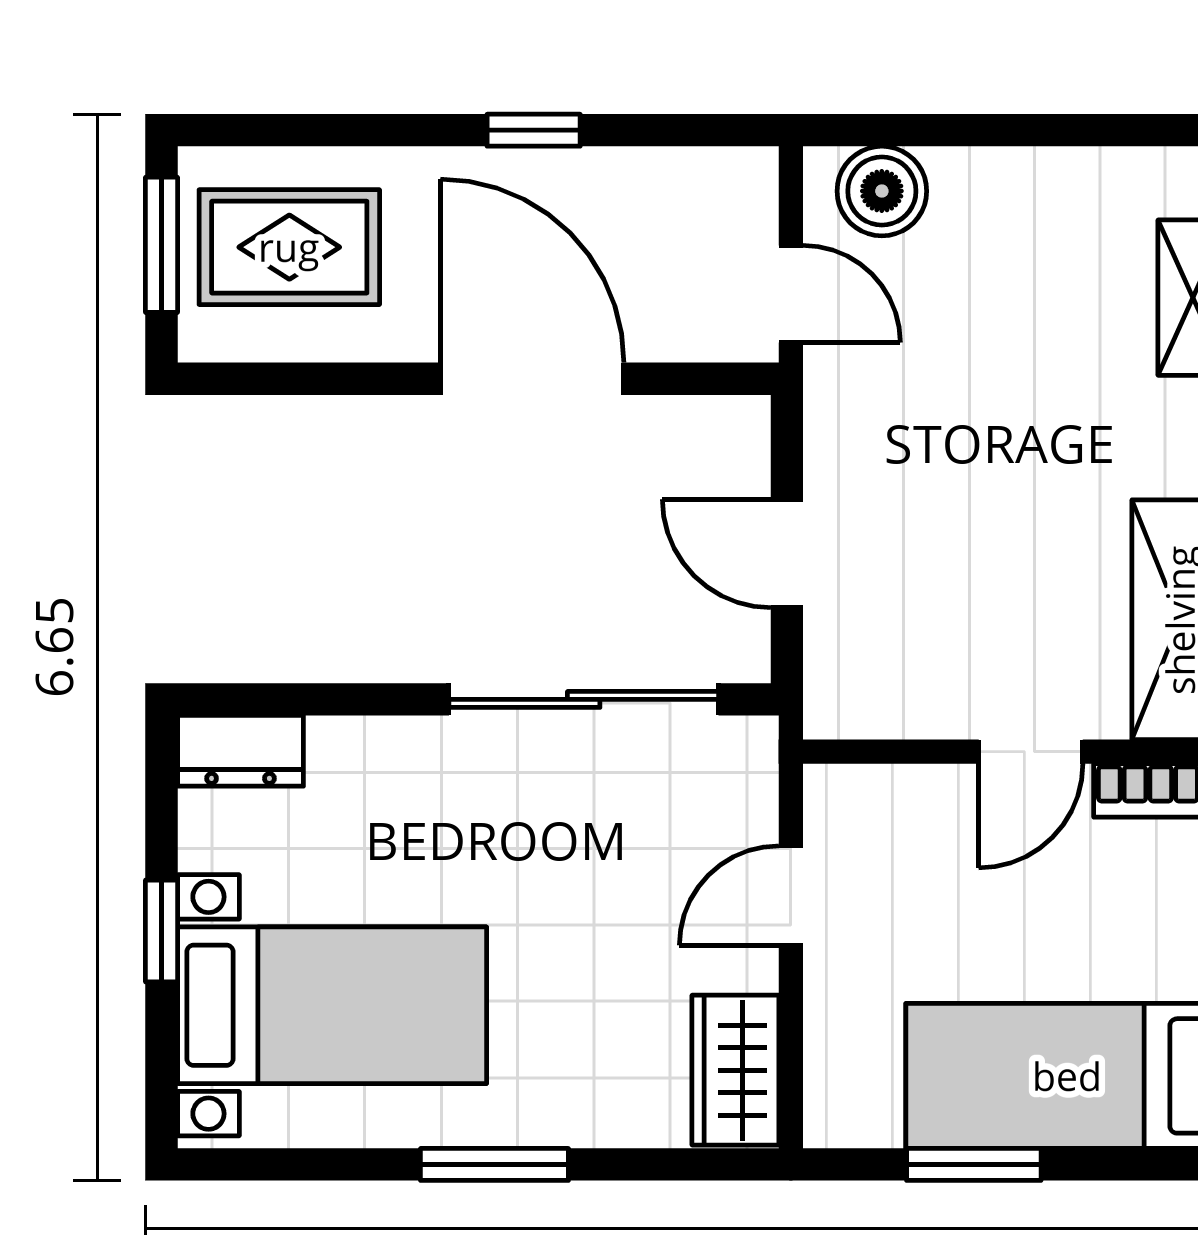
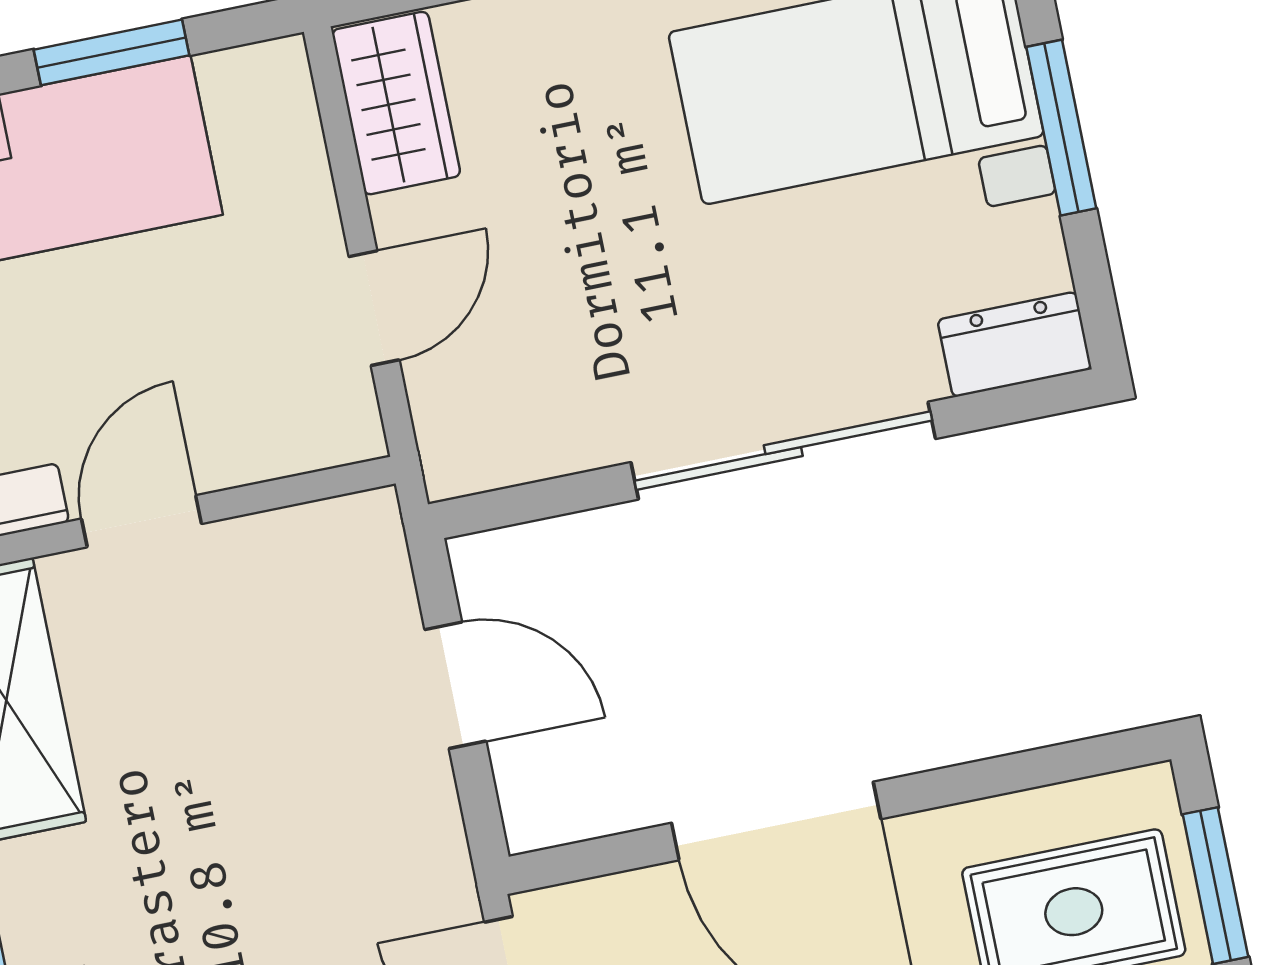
sliding door: (584, 699) -> (783, 451), moved
window: (162, 931) -> (1061, 128), width x1.50

